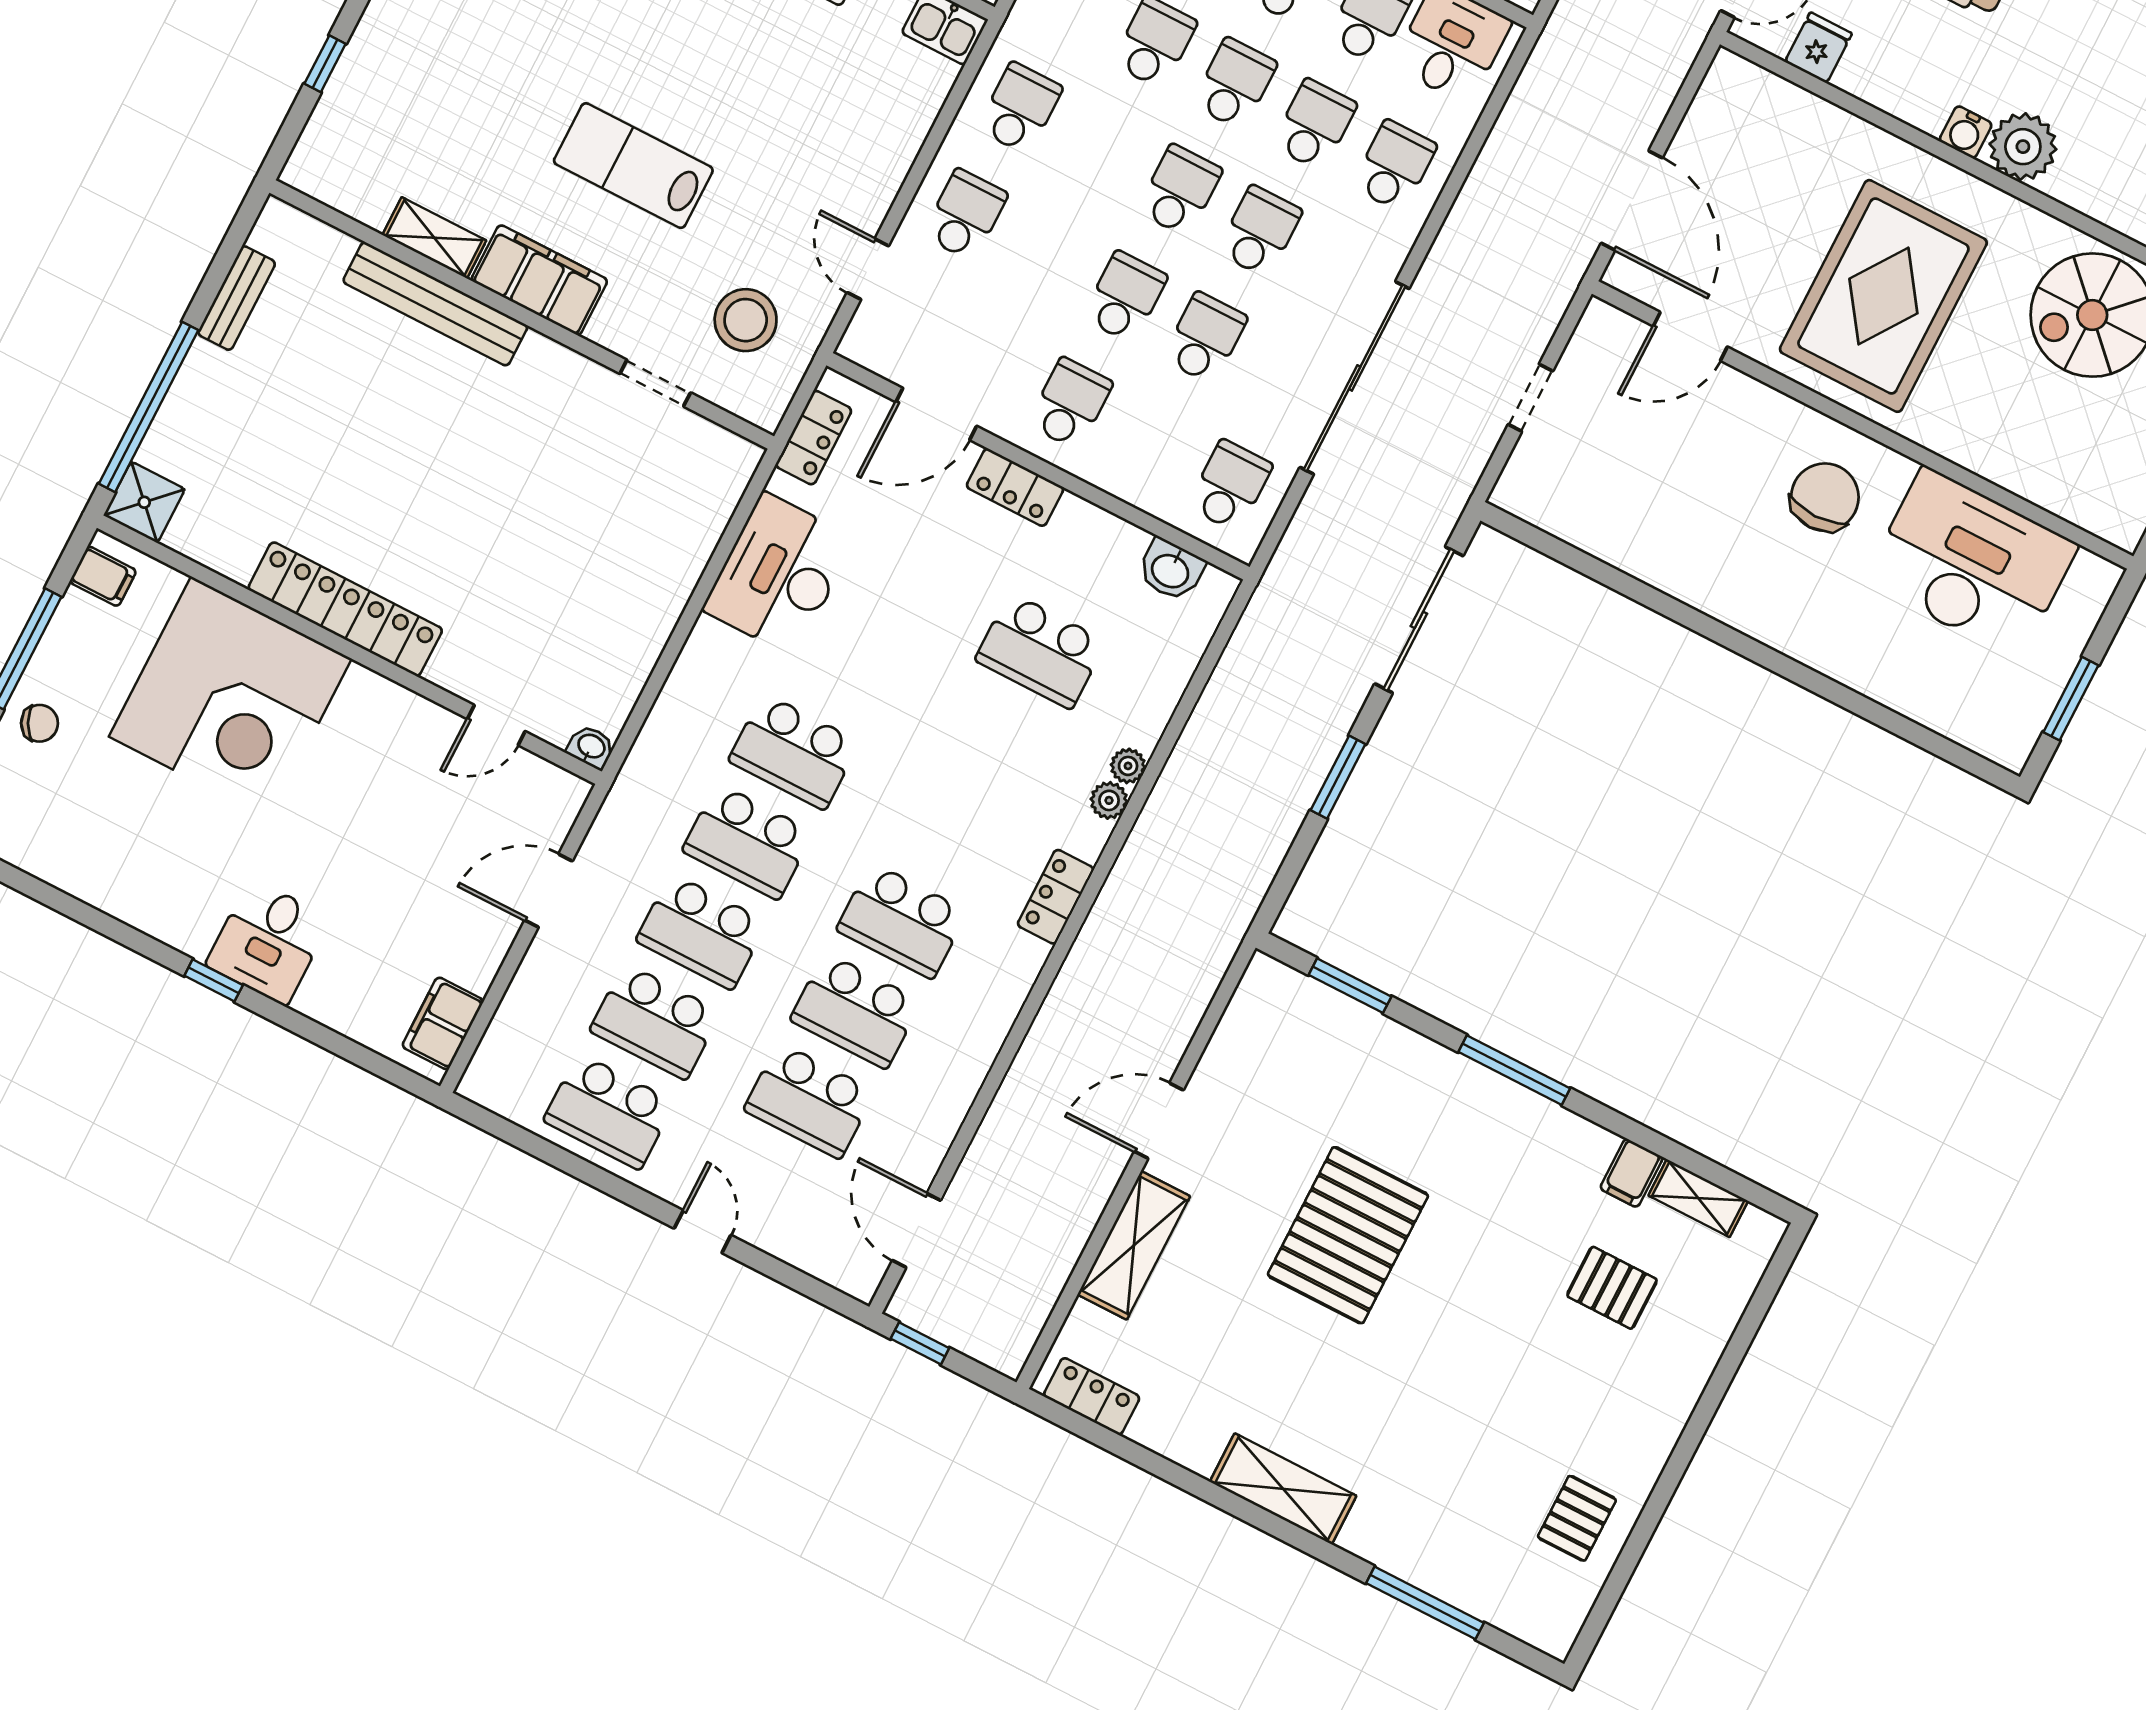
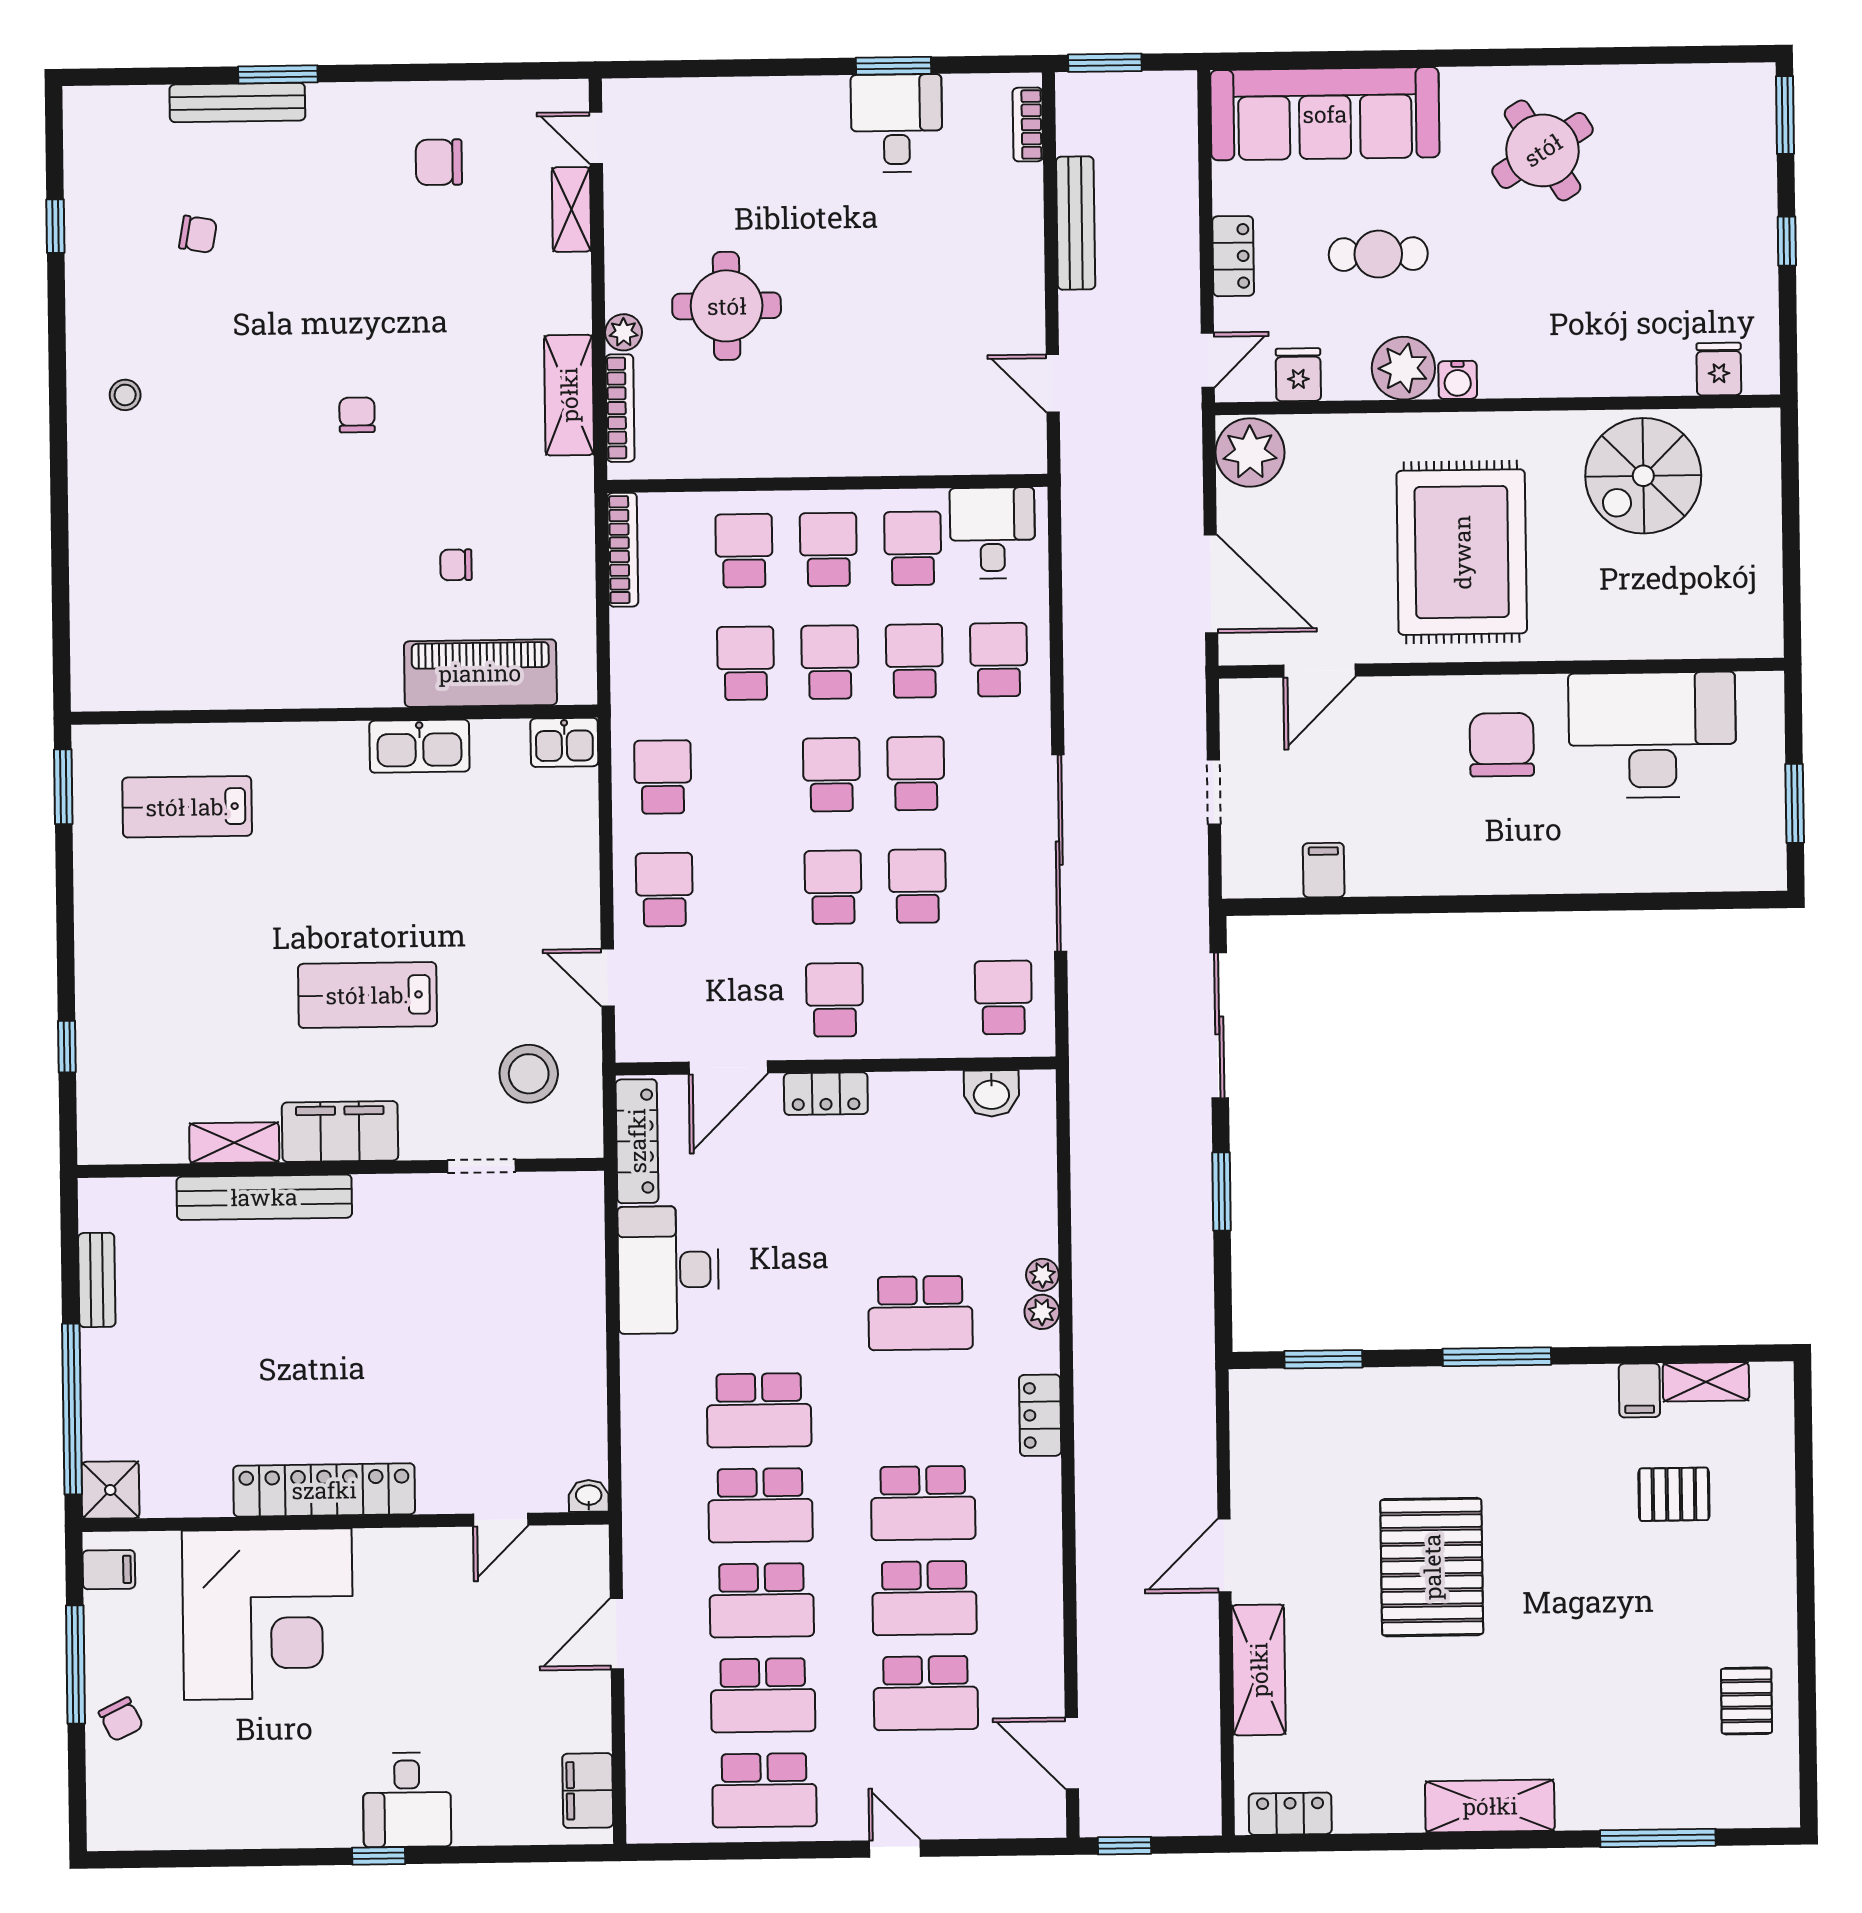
plant: (1734, 97) -> (1250, 452), added
plant: (2023, 147) -> (1403, 368), moved
locker: (814, 438) -> (637, 1141), width x1.53
filing cabinet: (1595, 526) -> (1324, 870), added
school desk: (1041, 651) -> (920, 1313), moved
chair: (40, 723) -> (121, 1719), turned 91

